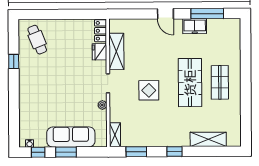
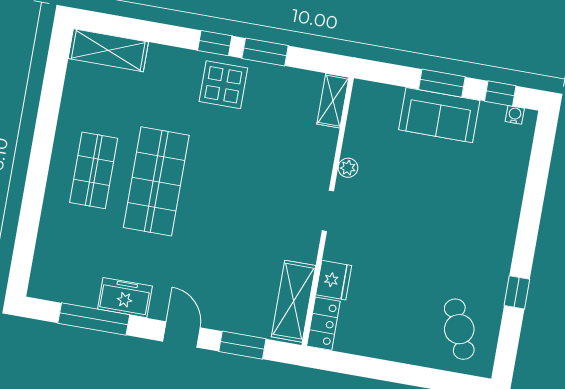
window: (136, 14) -> (242, 345), added
shelving: (116, 51) -> (294, 301), moved
display table: (149, 90) -> (223, 85), moved
sofa: (71, 137) -> (439, 115), width x0.73
shelving: (208, 139) -> (108, 50), moved
window: (136, 152) -> (265, 52), moved

